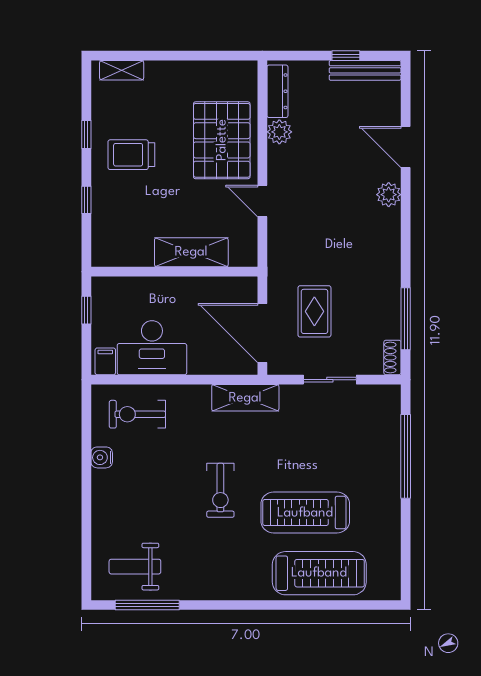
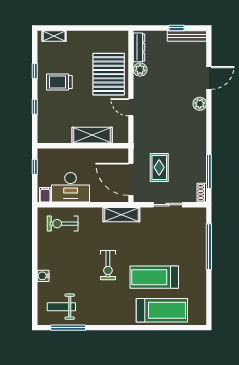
door: (406, 147) -> (209, 78), swing flipped
water cooler: (102, 457) -> (43, 276), moved

